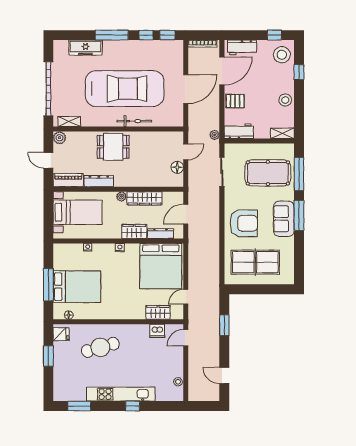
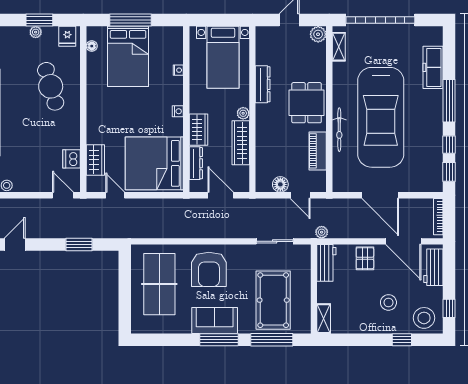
stool: (285, 100) -> (388, 302), moved
piano: (68, 180) -> (318, 151), moved, turned 180
plant: (58, 359) -> (36, 32), added

